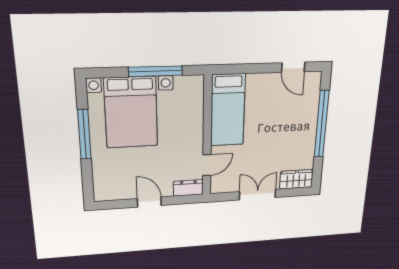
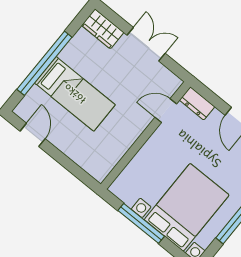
bed: (228, 110) -> (75, 94), moved, turned 90
double door: (258, 195) -> (146, 44), swing flipped

